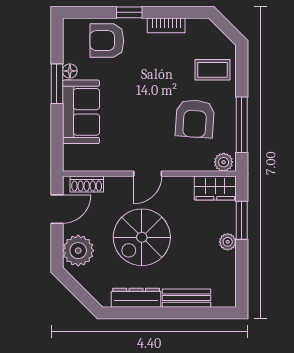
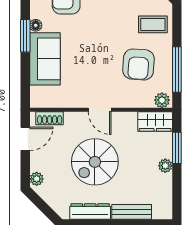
door: (148, 174) -> (100, 110), hinge flipped
plant: (78, 251) -> (37, 179), width x0.53, depth x0.53

